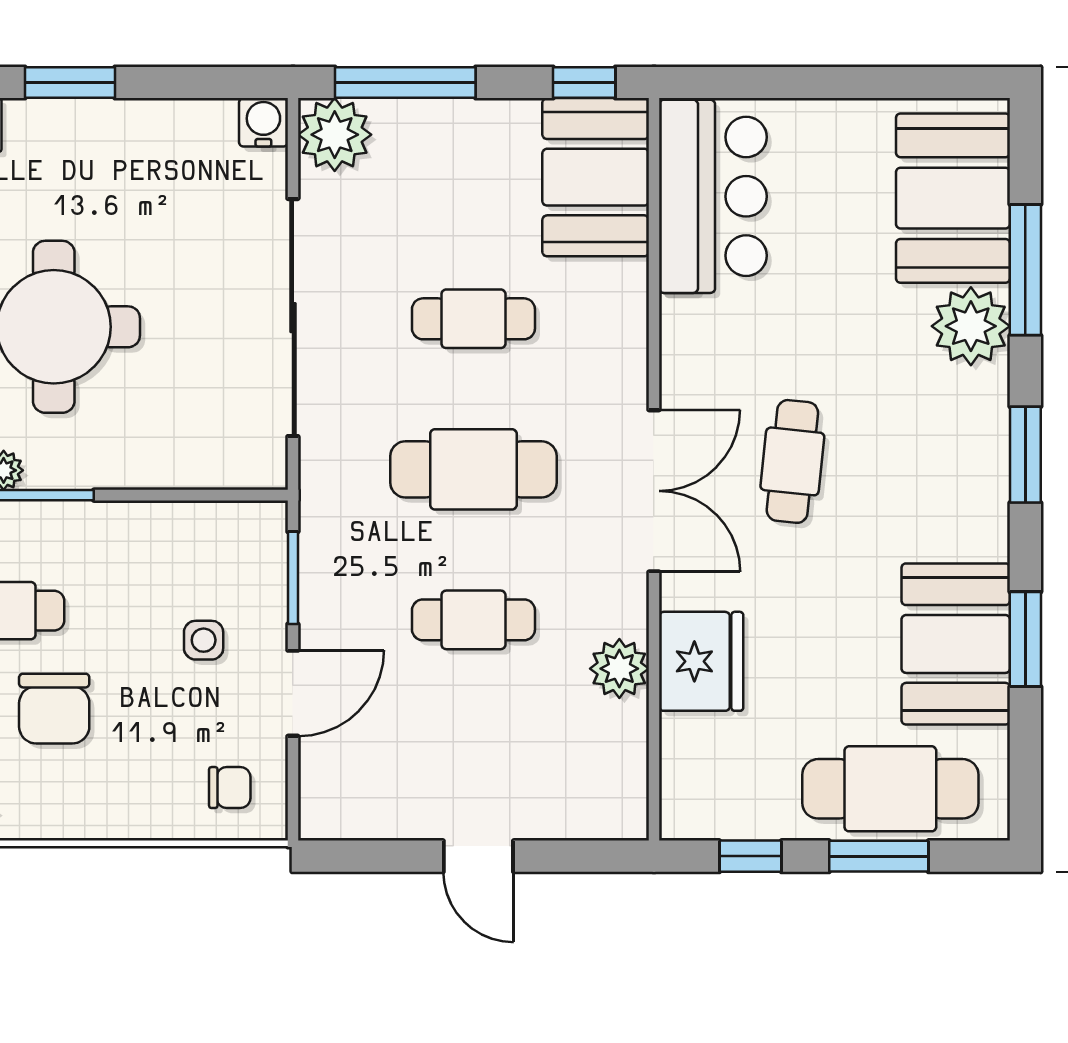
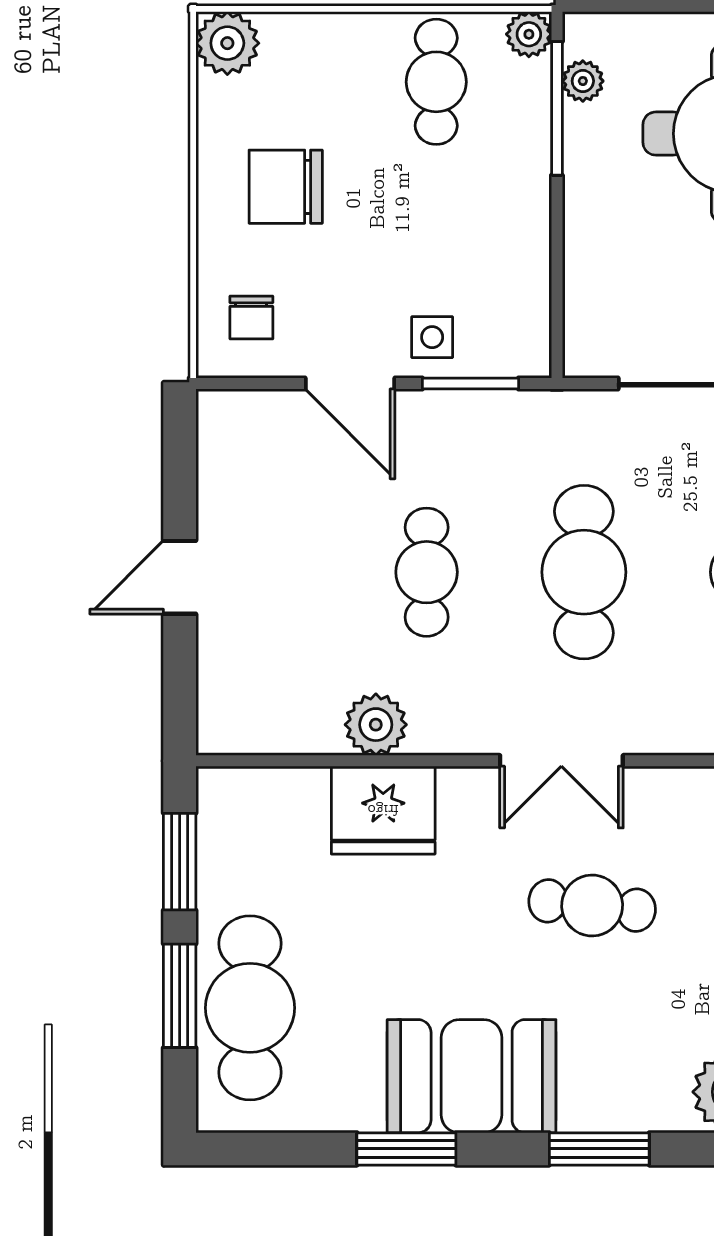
double door: (654, 491) -> (561, 761), width x0.73
side table: (204, 640) -> (432, 337), moved
booth: (956, 644) -> (472, 1076), moved
chair: (54, 709) -> (286, 187), moved
window: (750, 856) -> (180, 862), width x1.50

